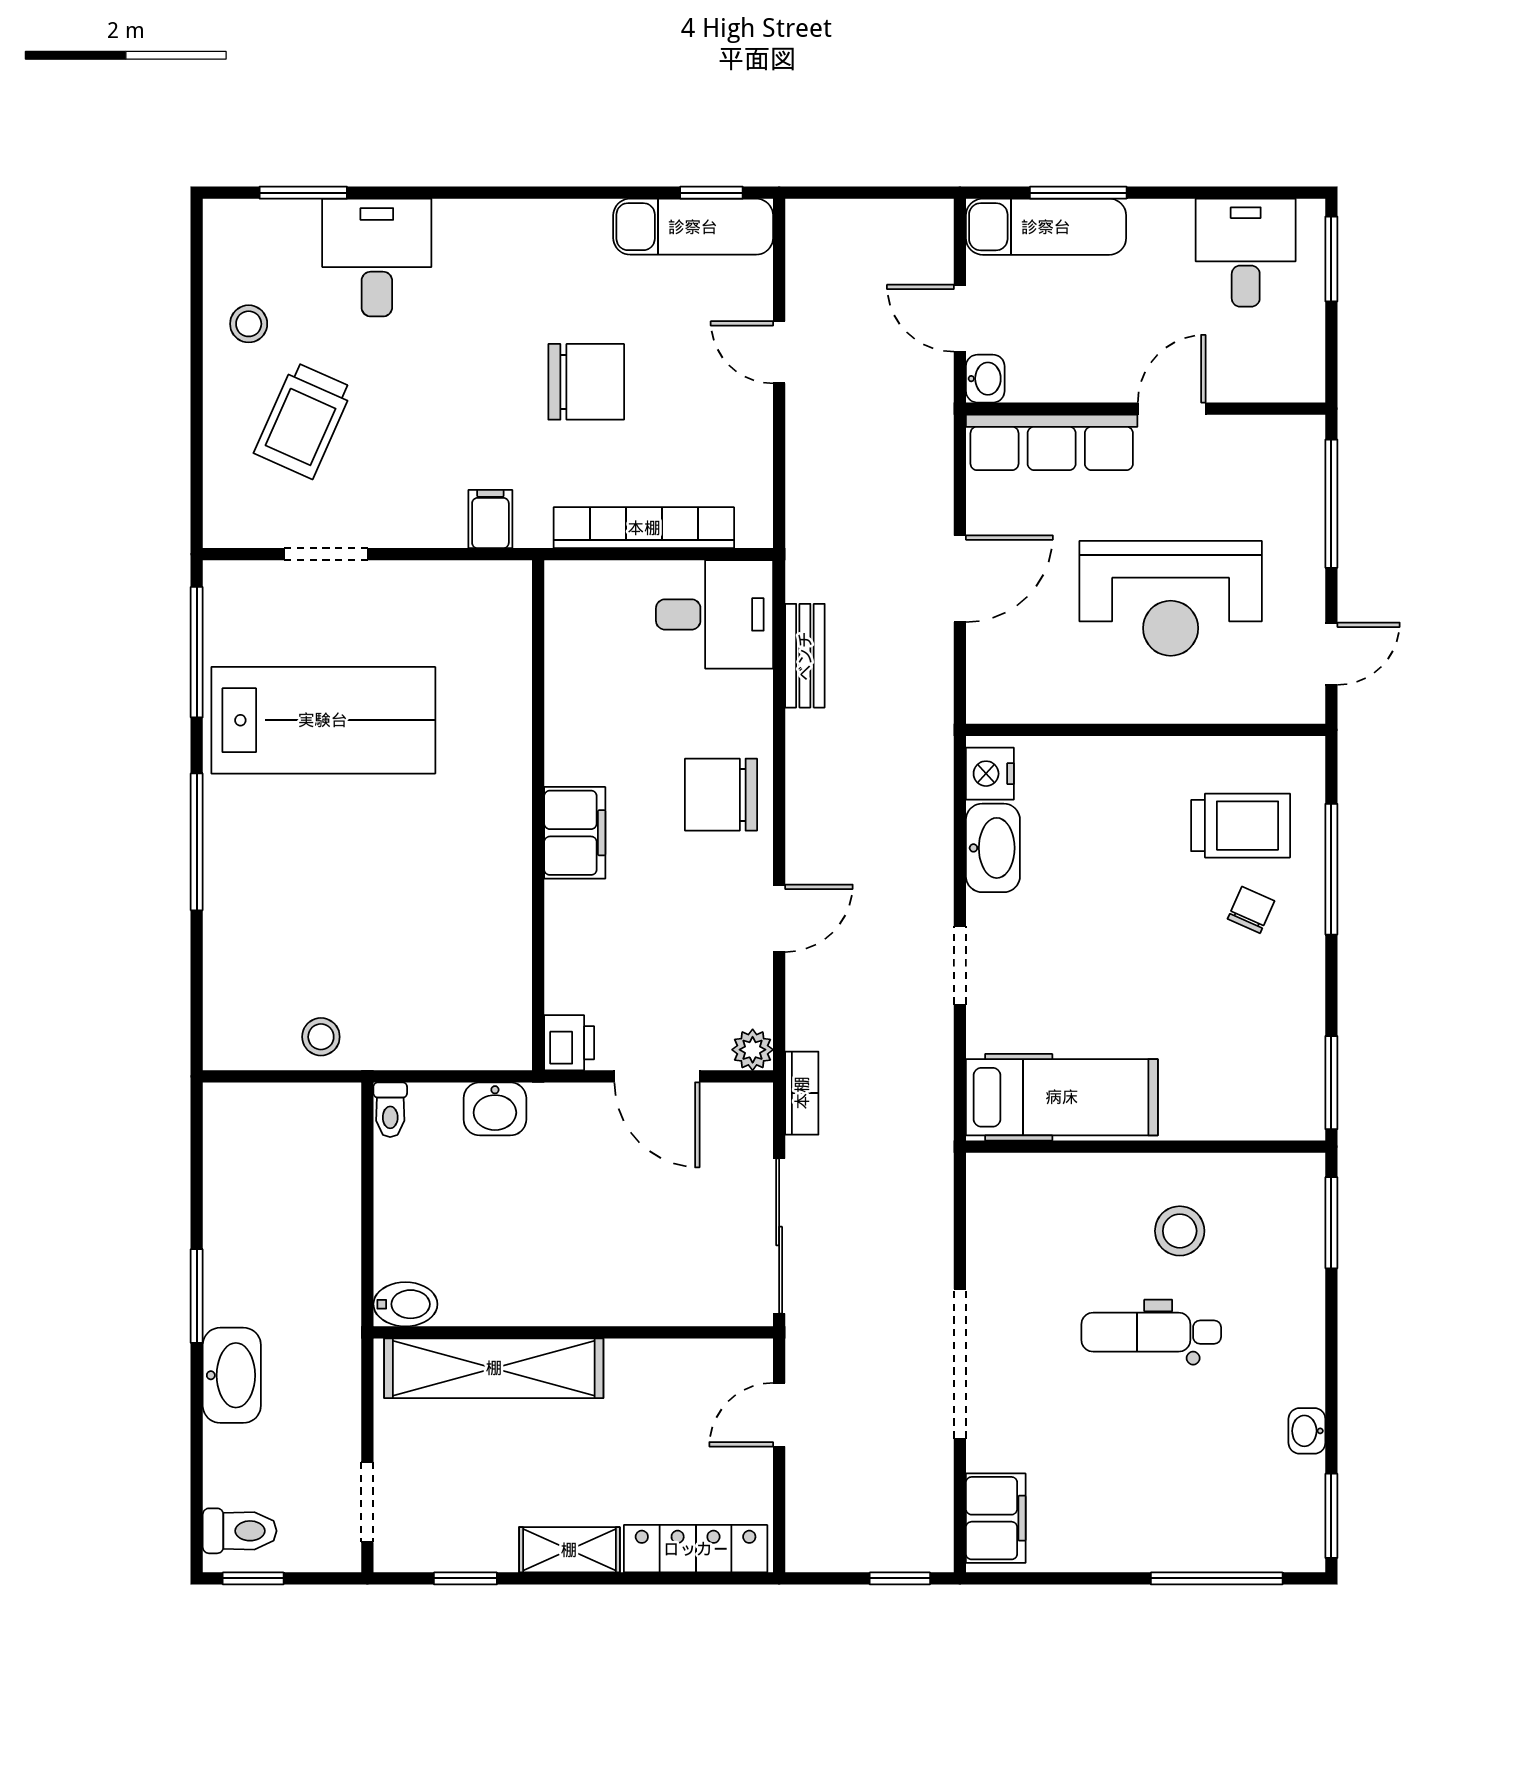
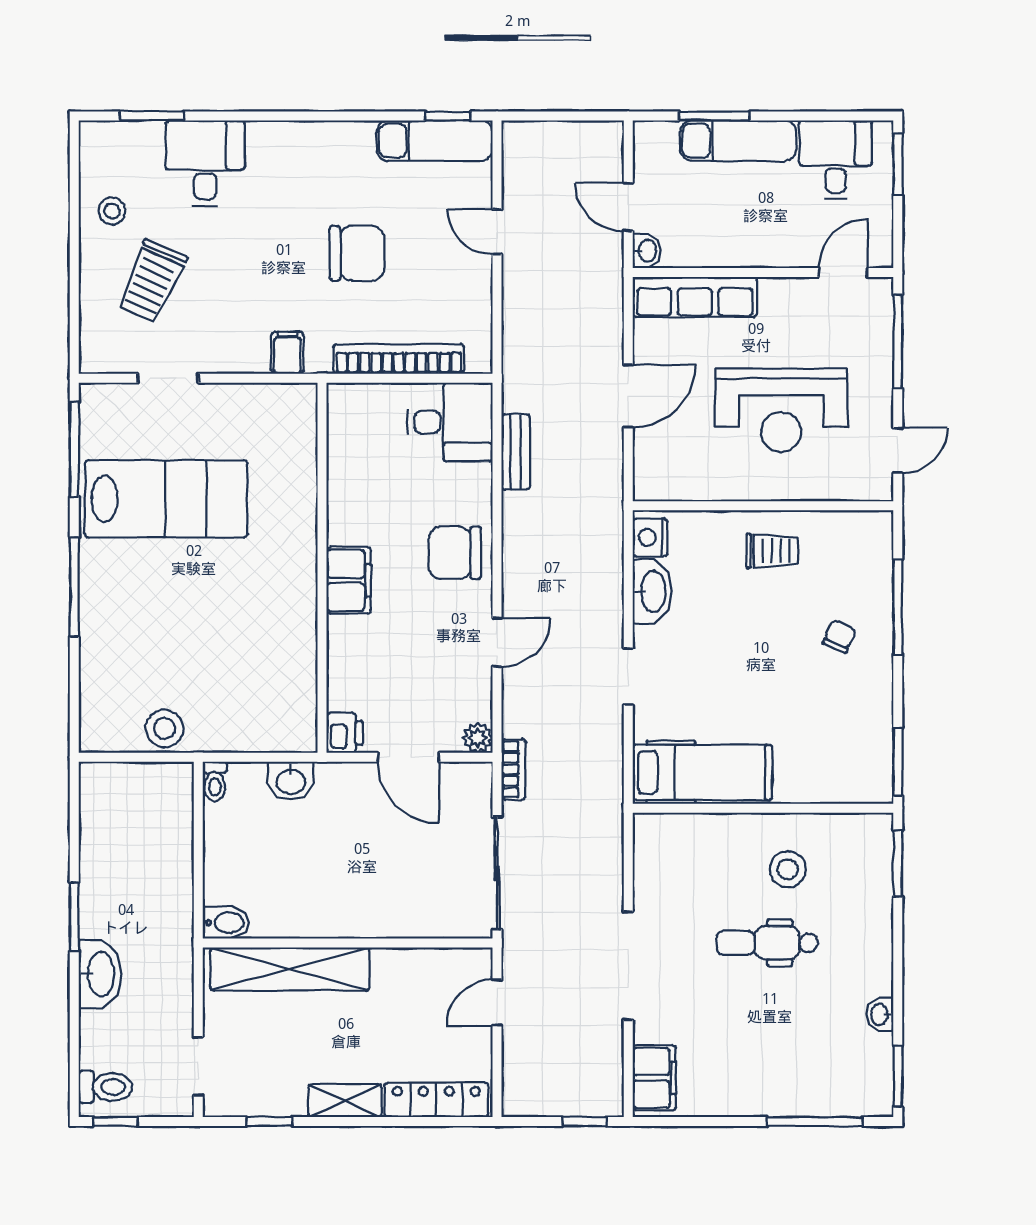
exam couch: (1046, 227) -> (738, 141), moved
door: (1172, 409) -> (843, 273), moved
trolley: (1241, 826) -> (772, 551), moved, width x0.73, depth x0.72
stool: (321, 1037) -> (165, 728), width x1.37, depth x1.37

